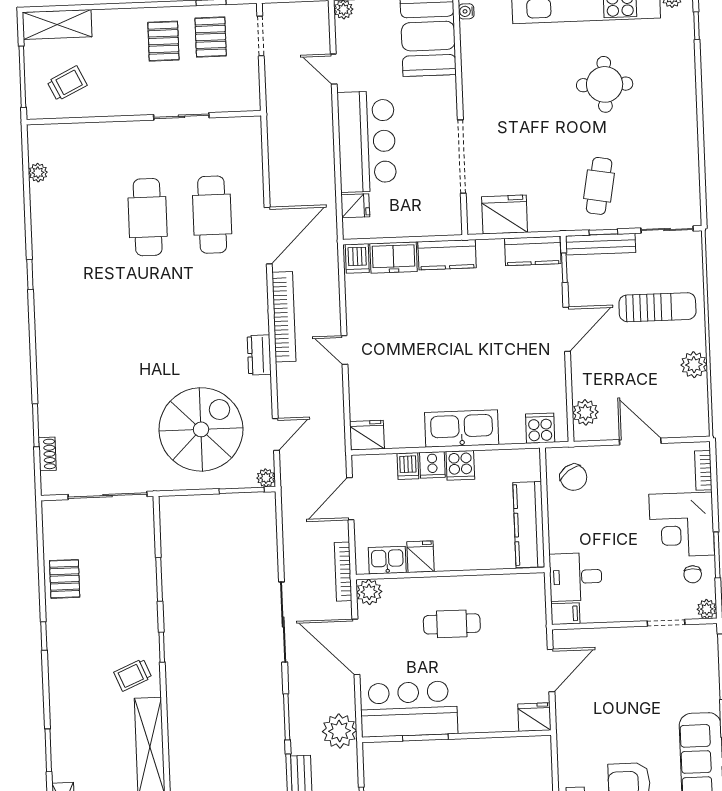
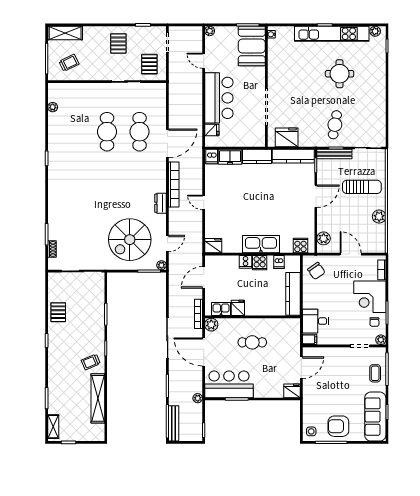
pallet: (211, 37) -> (149, 64), moved
kitchen counter: (533, 251) -> (293, 156), width x1.50
spiral stairs: (201, 429) -> (130, 240), turned 180
dishwasher: (408, 466) -> (279, 262), moved
coffee table: (698, 676) -> (375, 373), added
plant: (339, 731) -> (198, 398), width x0.53, depth x0.53

